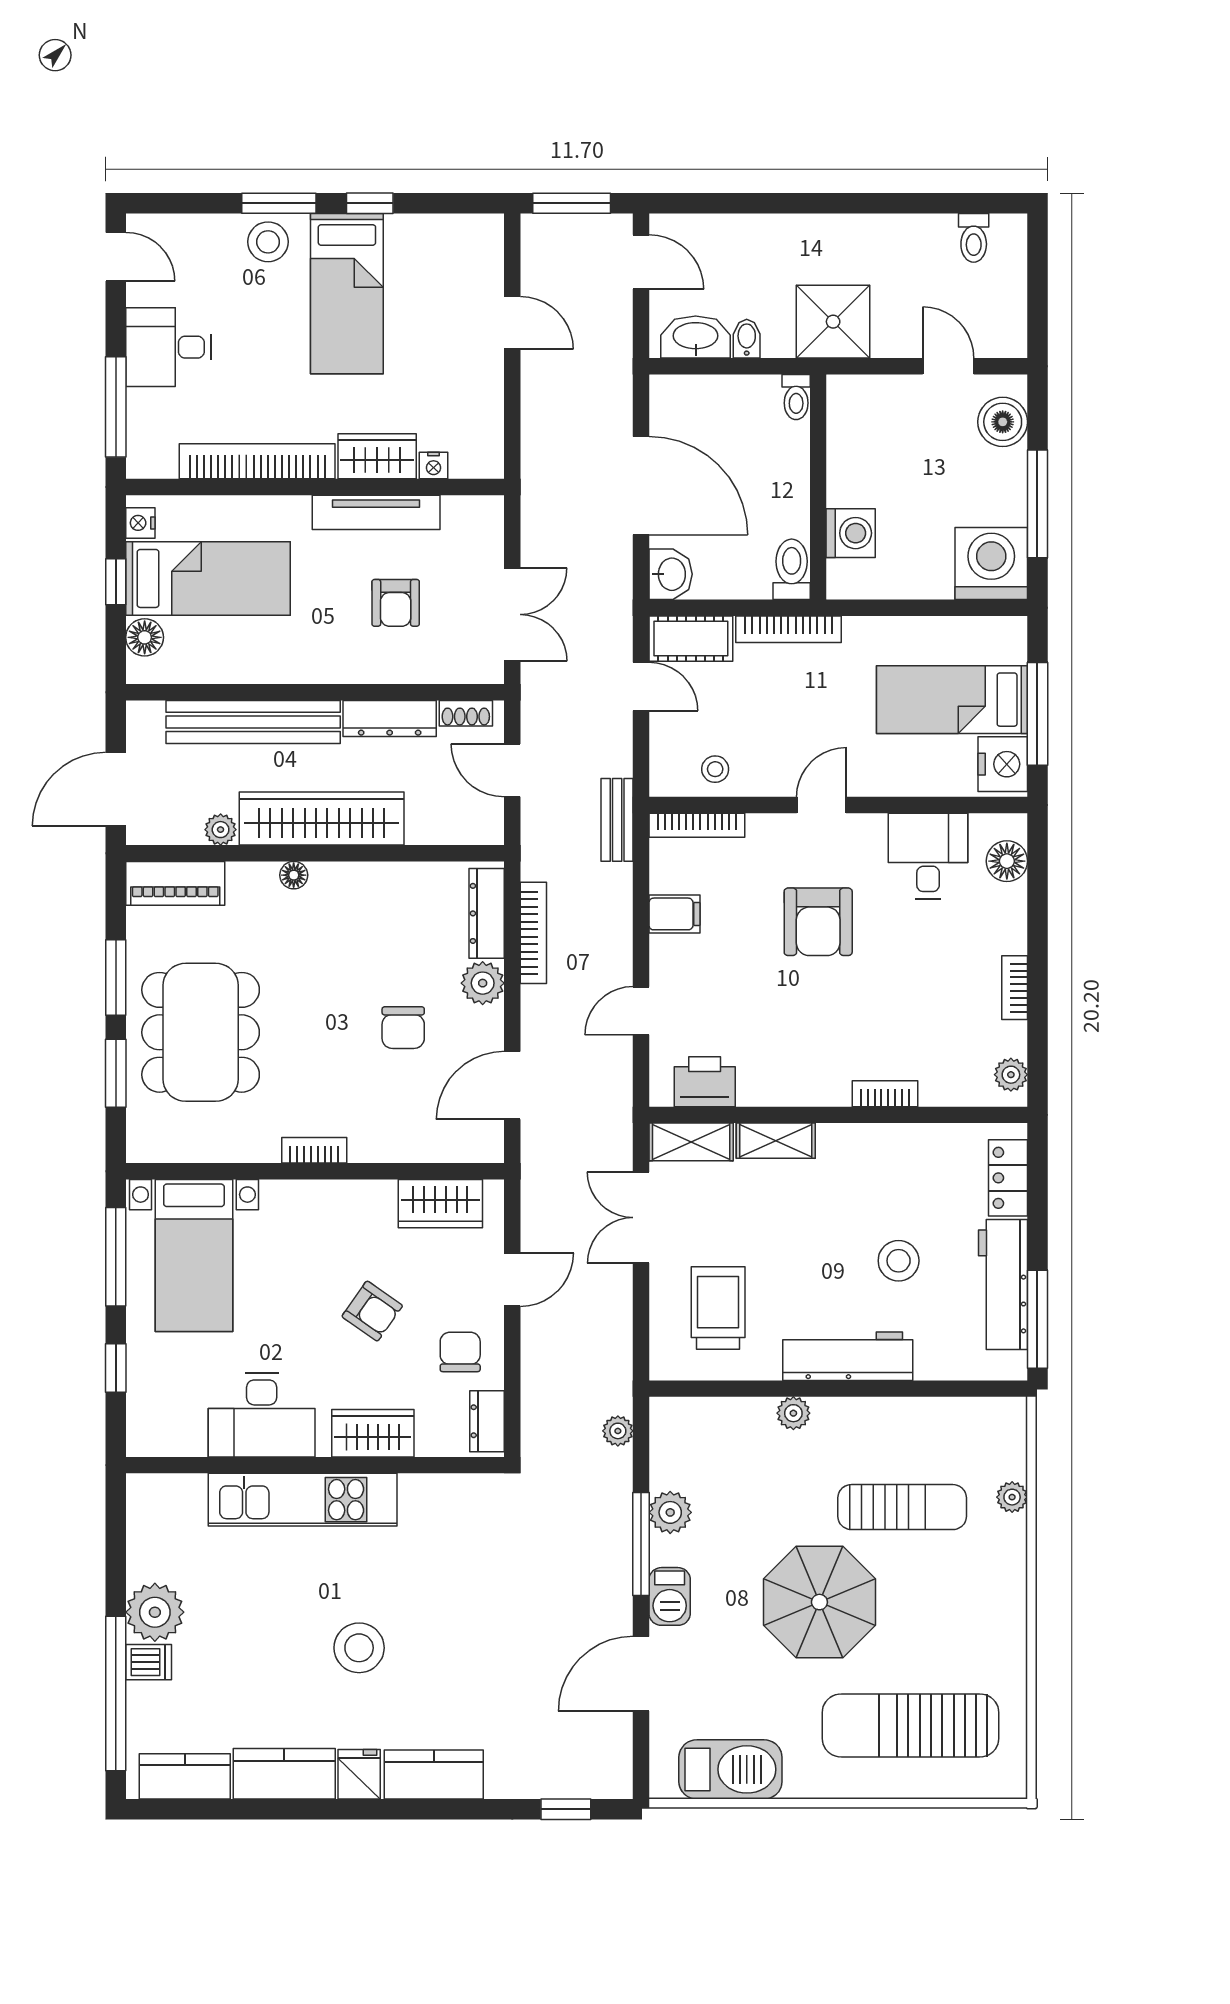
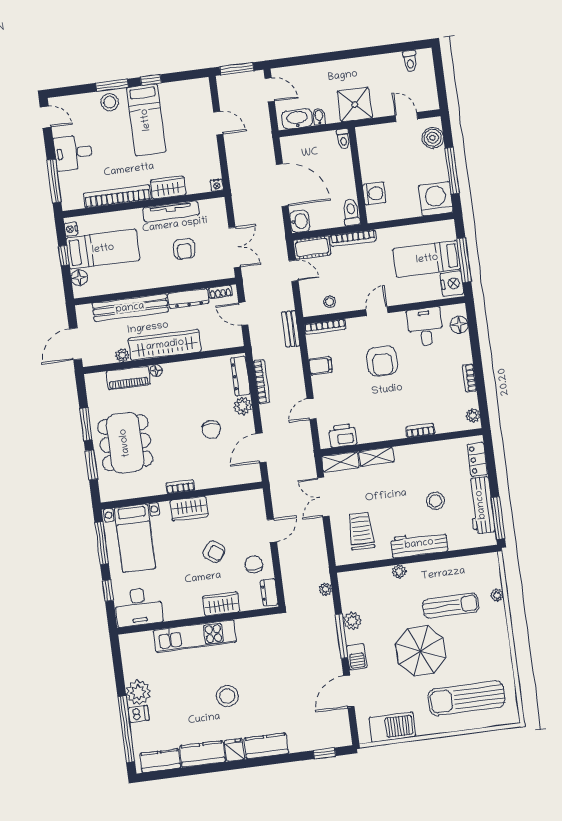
nightstand: (434, 466) -> (217, 185), moved
piano: (175, 883) -> (128, 378), moved
wardrobe: (440, 1204) -> (189, 509), moved
desk: (262, 1415) -> (139, 607), moved

